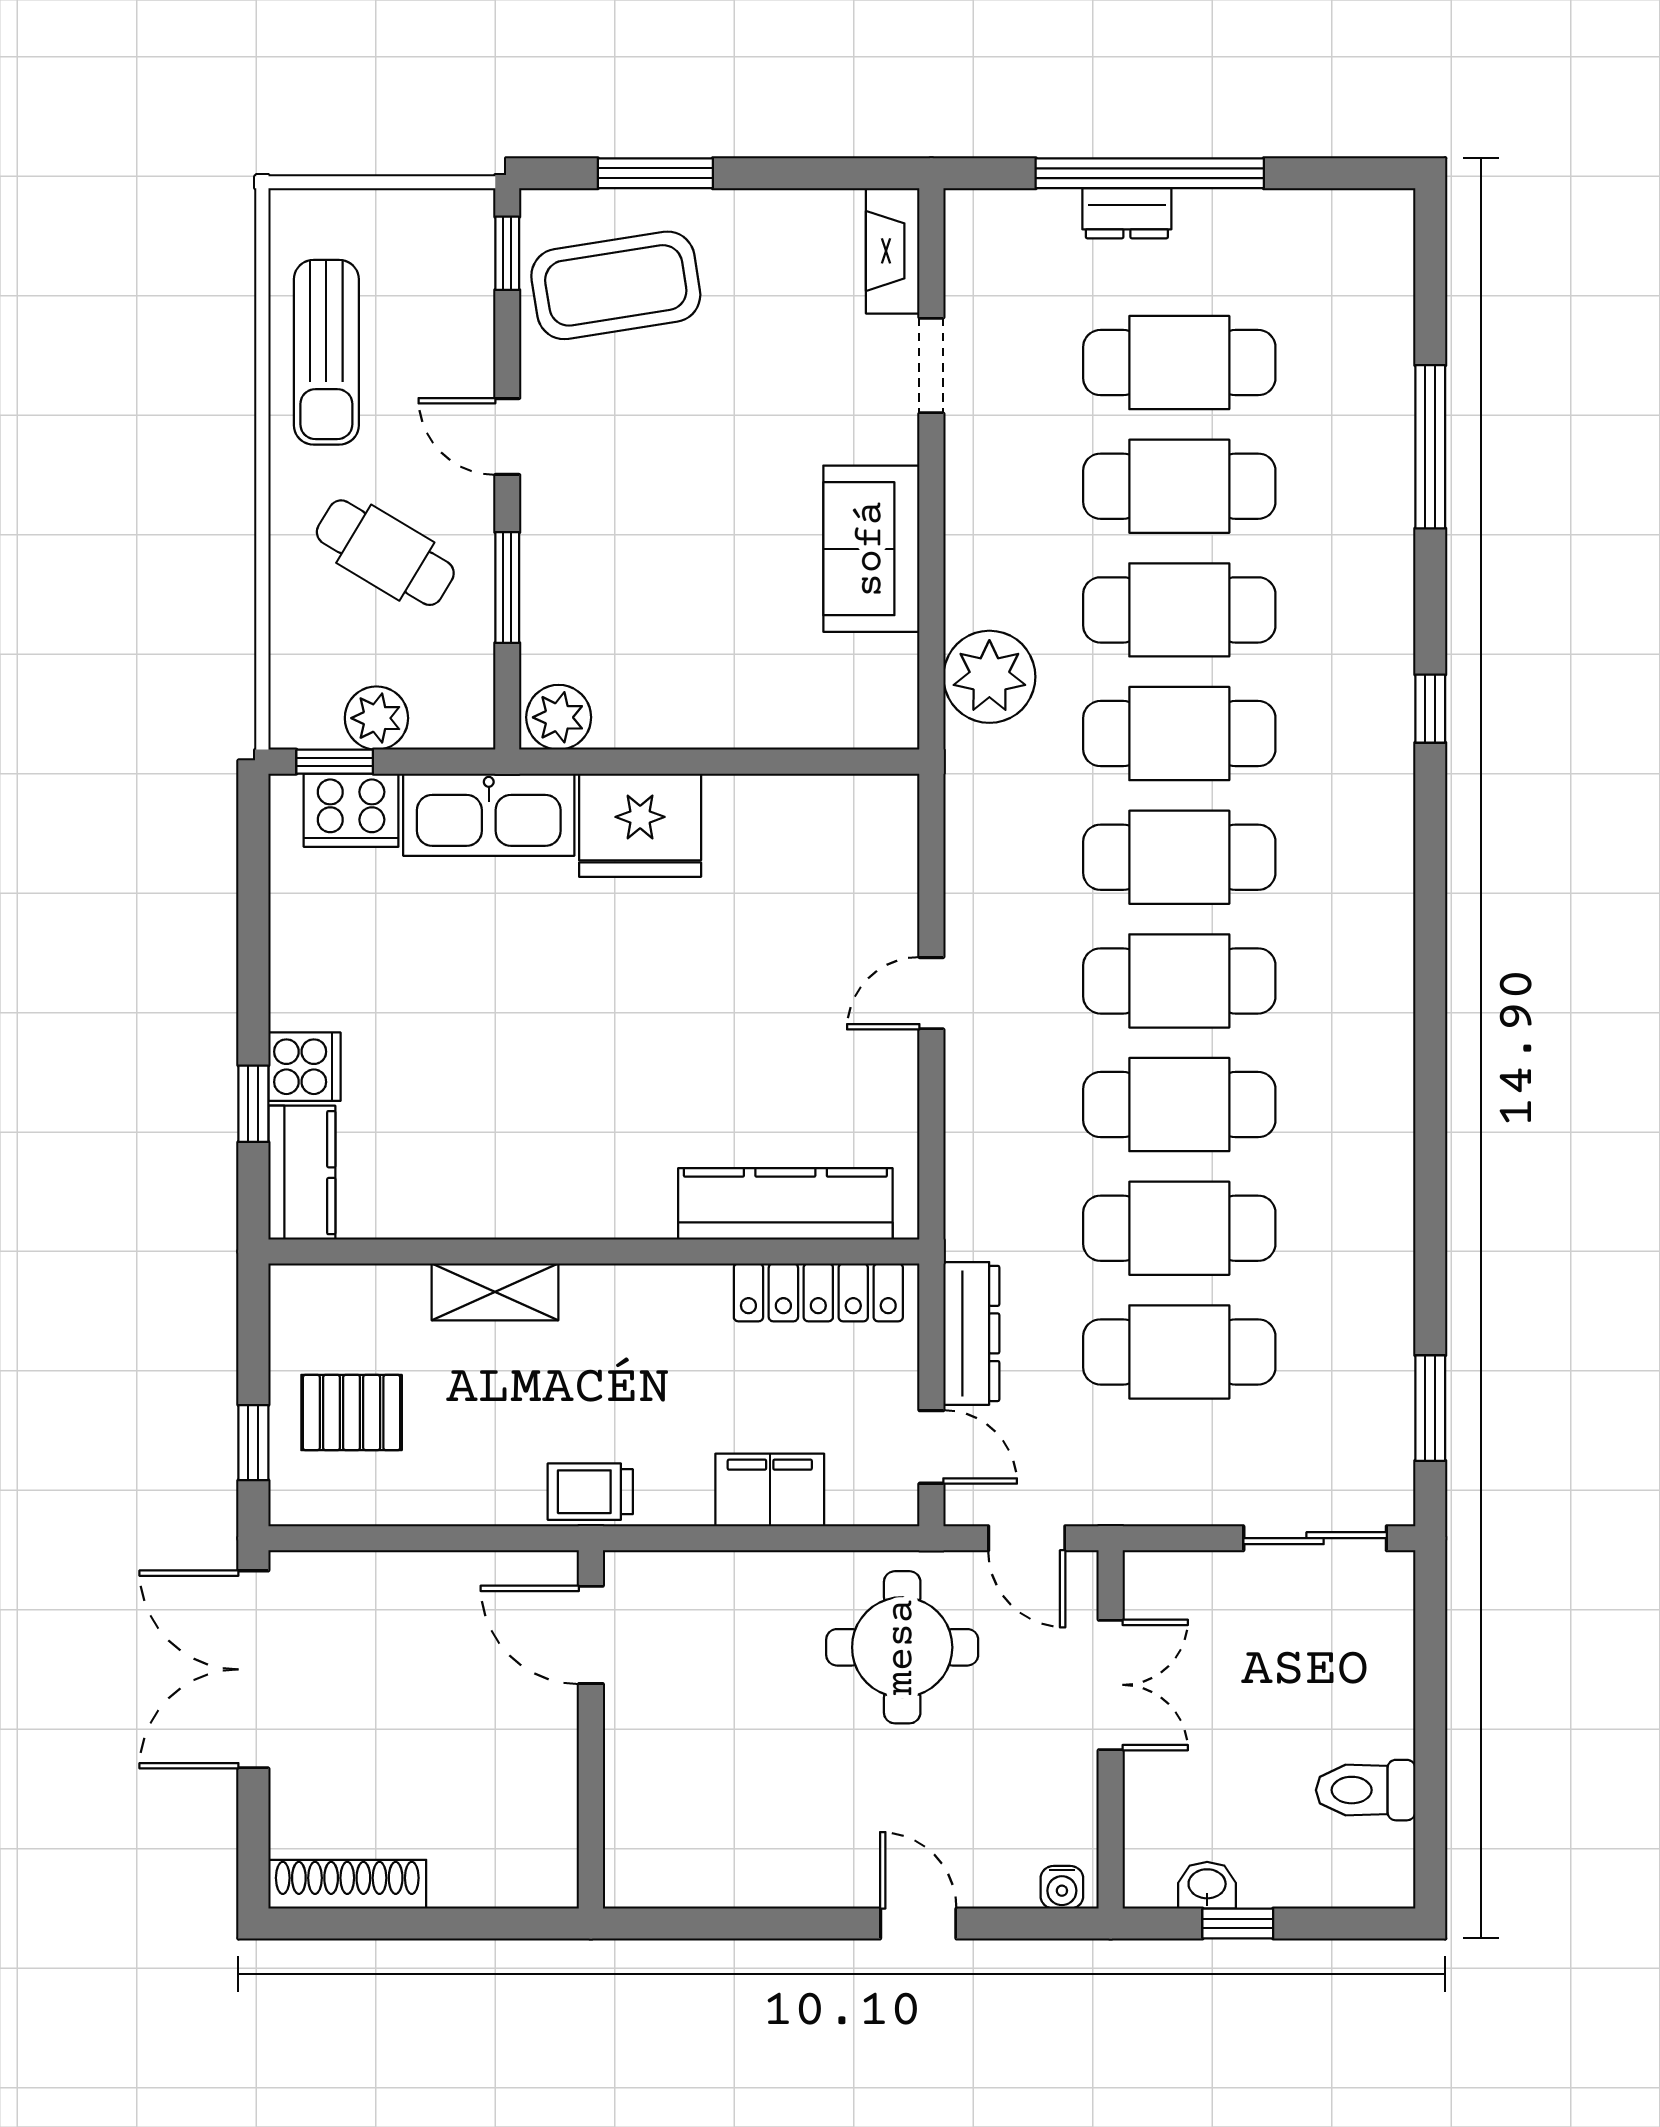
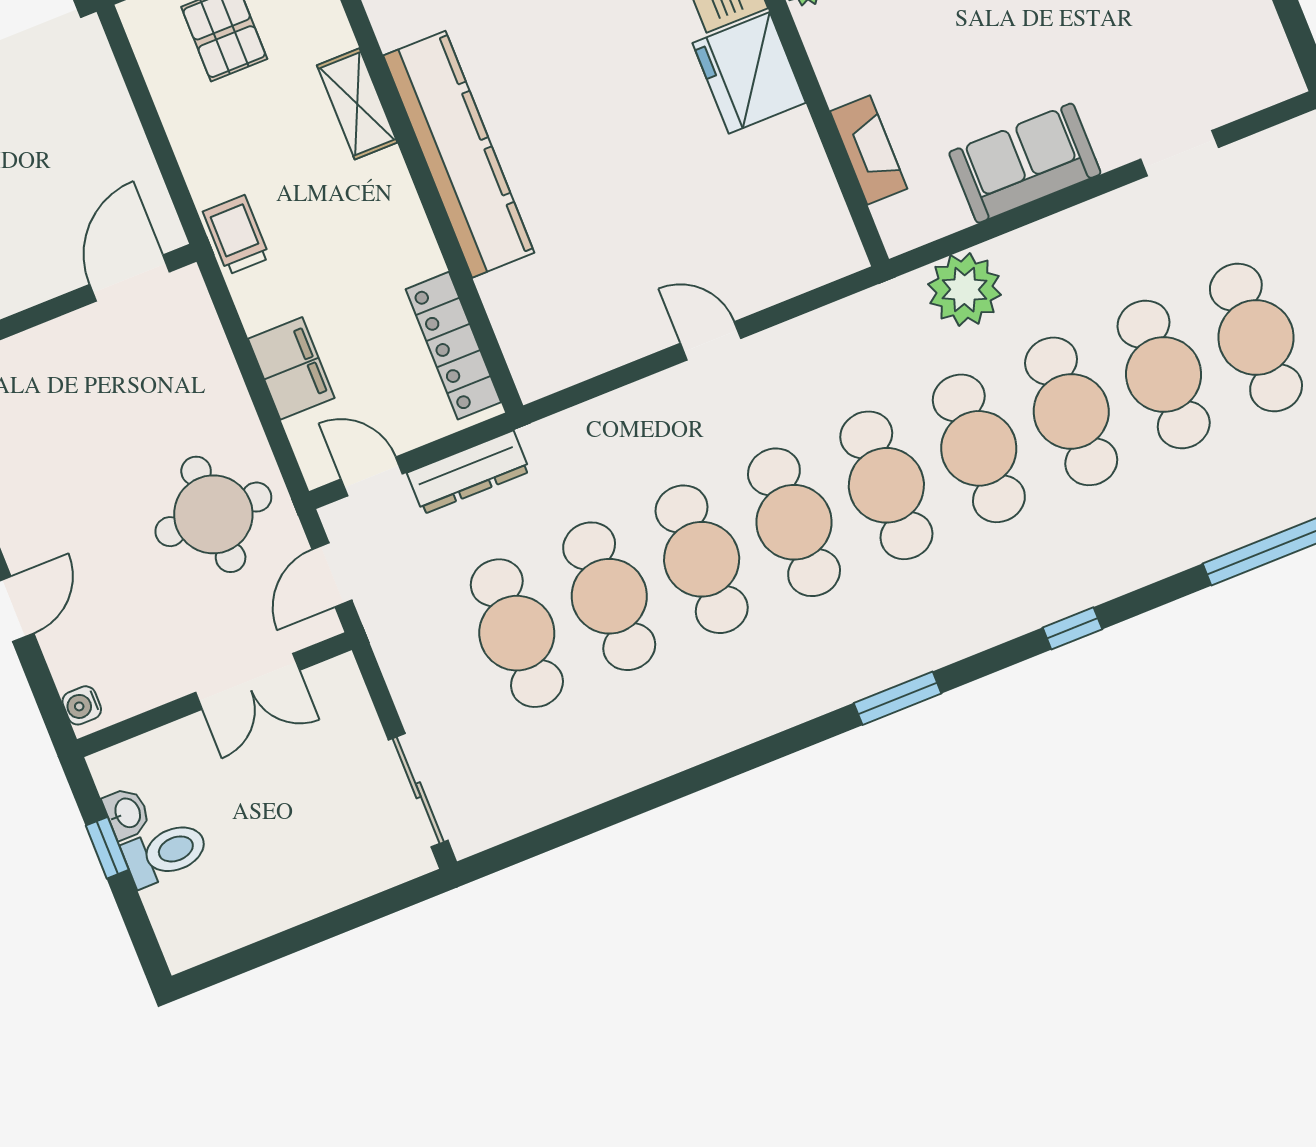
fireplace: (893, 251) -> (869, 150), moved, turned 90
kitchen counter: (785, 1204) -> (459, 154), moved, width x1.39, depth x1.17
window: (1430, 1408) -> (898, 698), moved
door: (931, 1447) -> (372, 476), swing flipped
toilet: (1366, 1790) -> (165, 853), moved, turned 90

